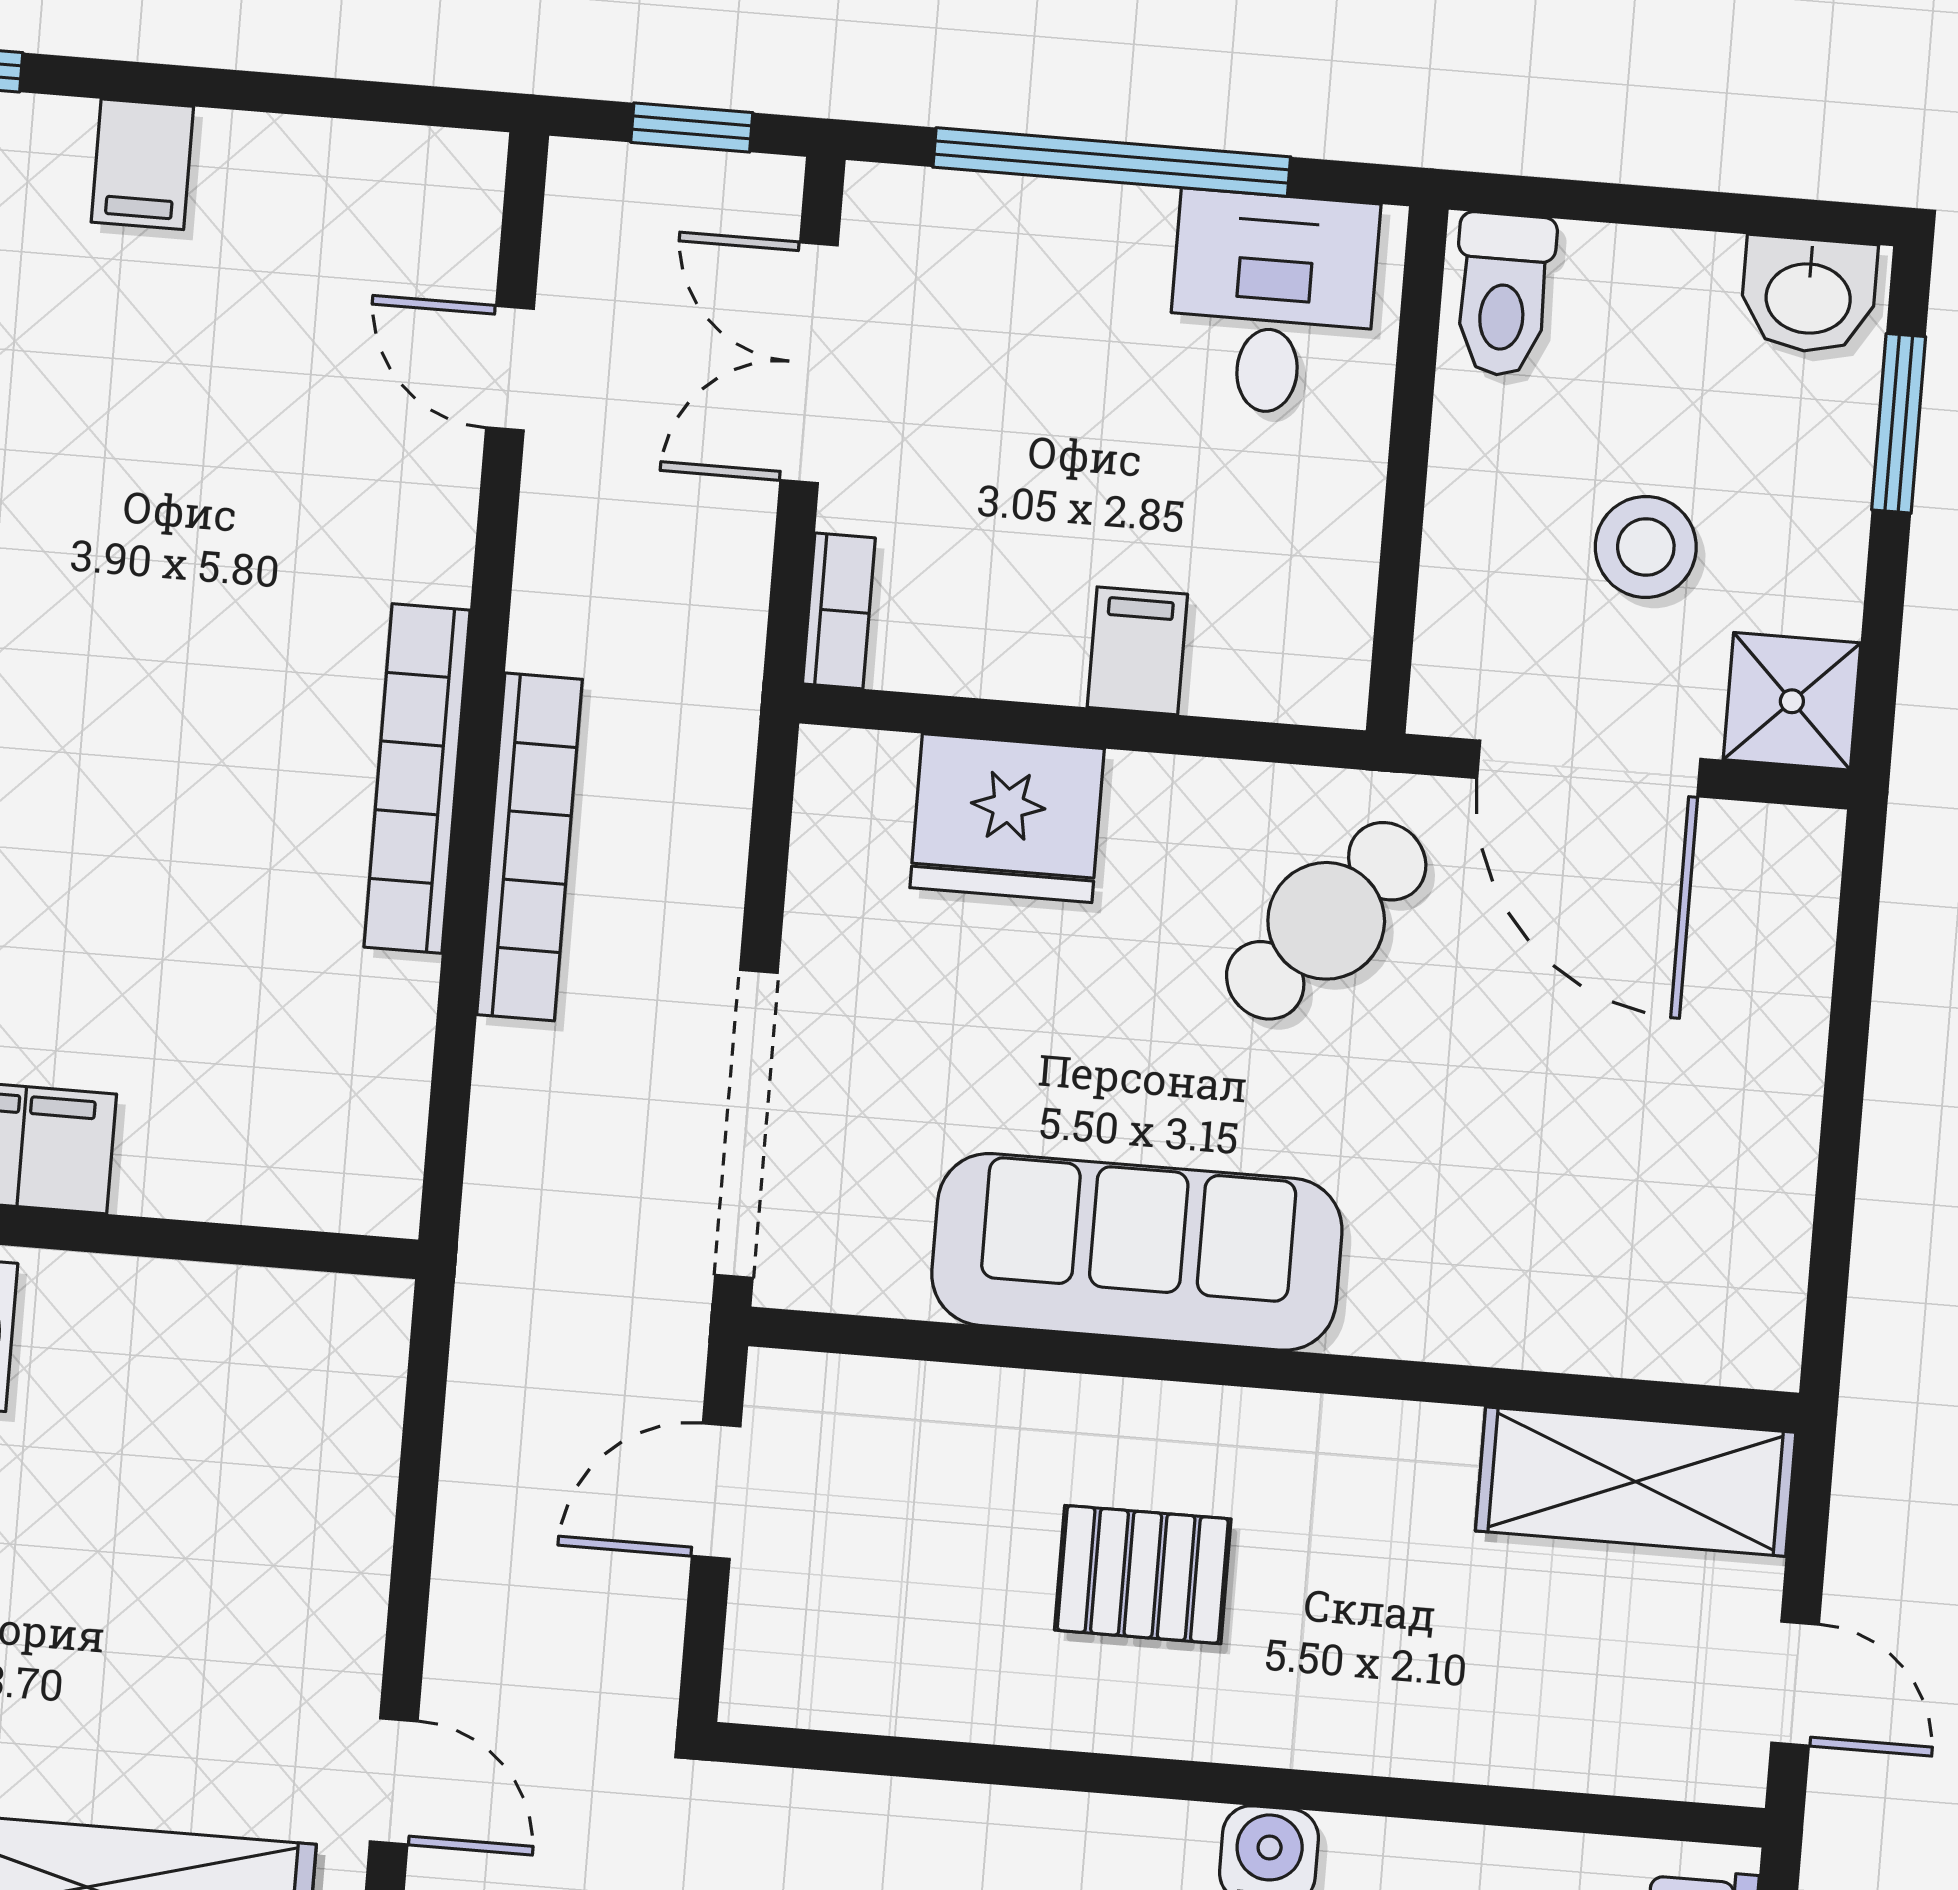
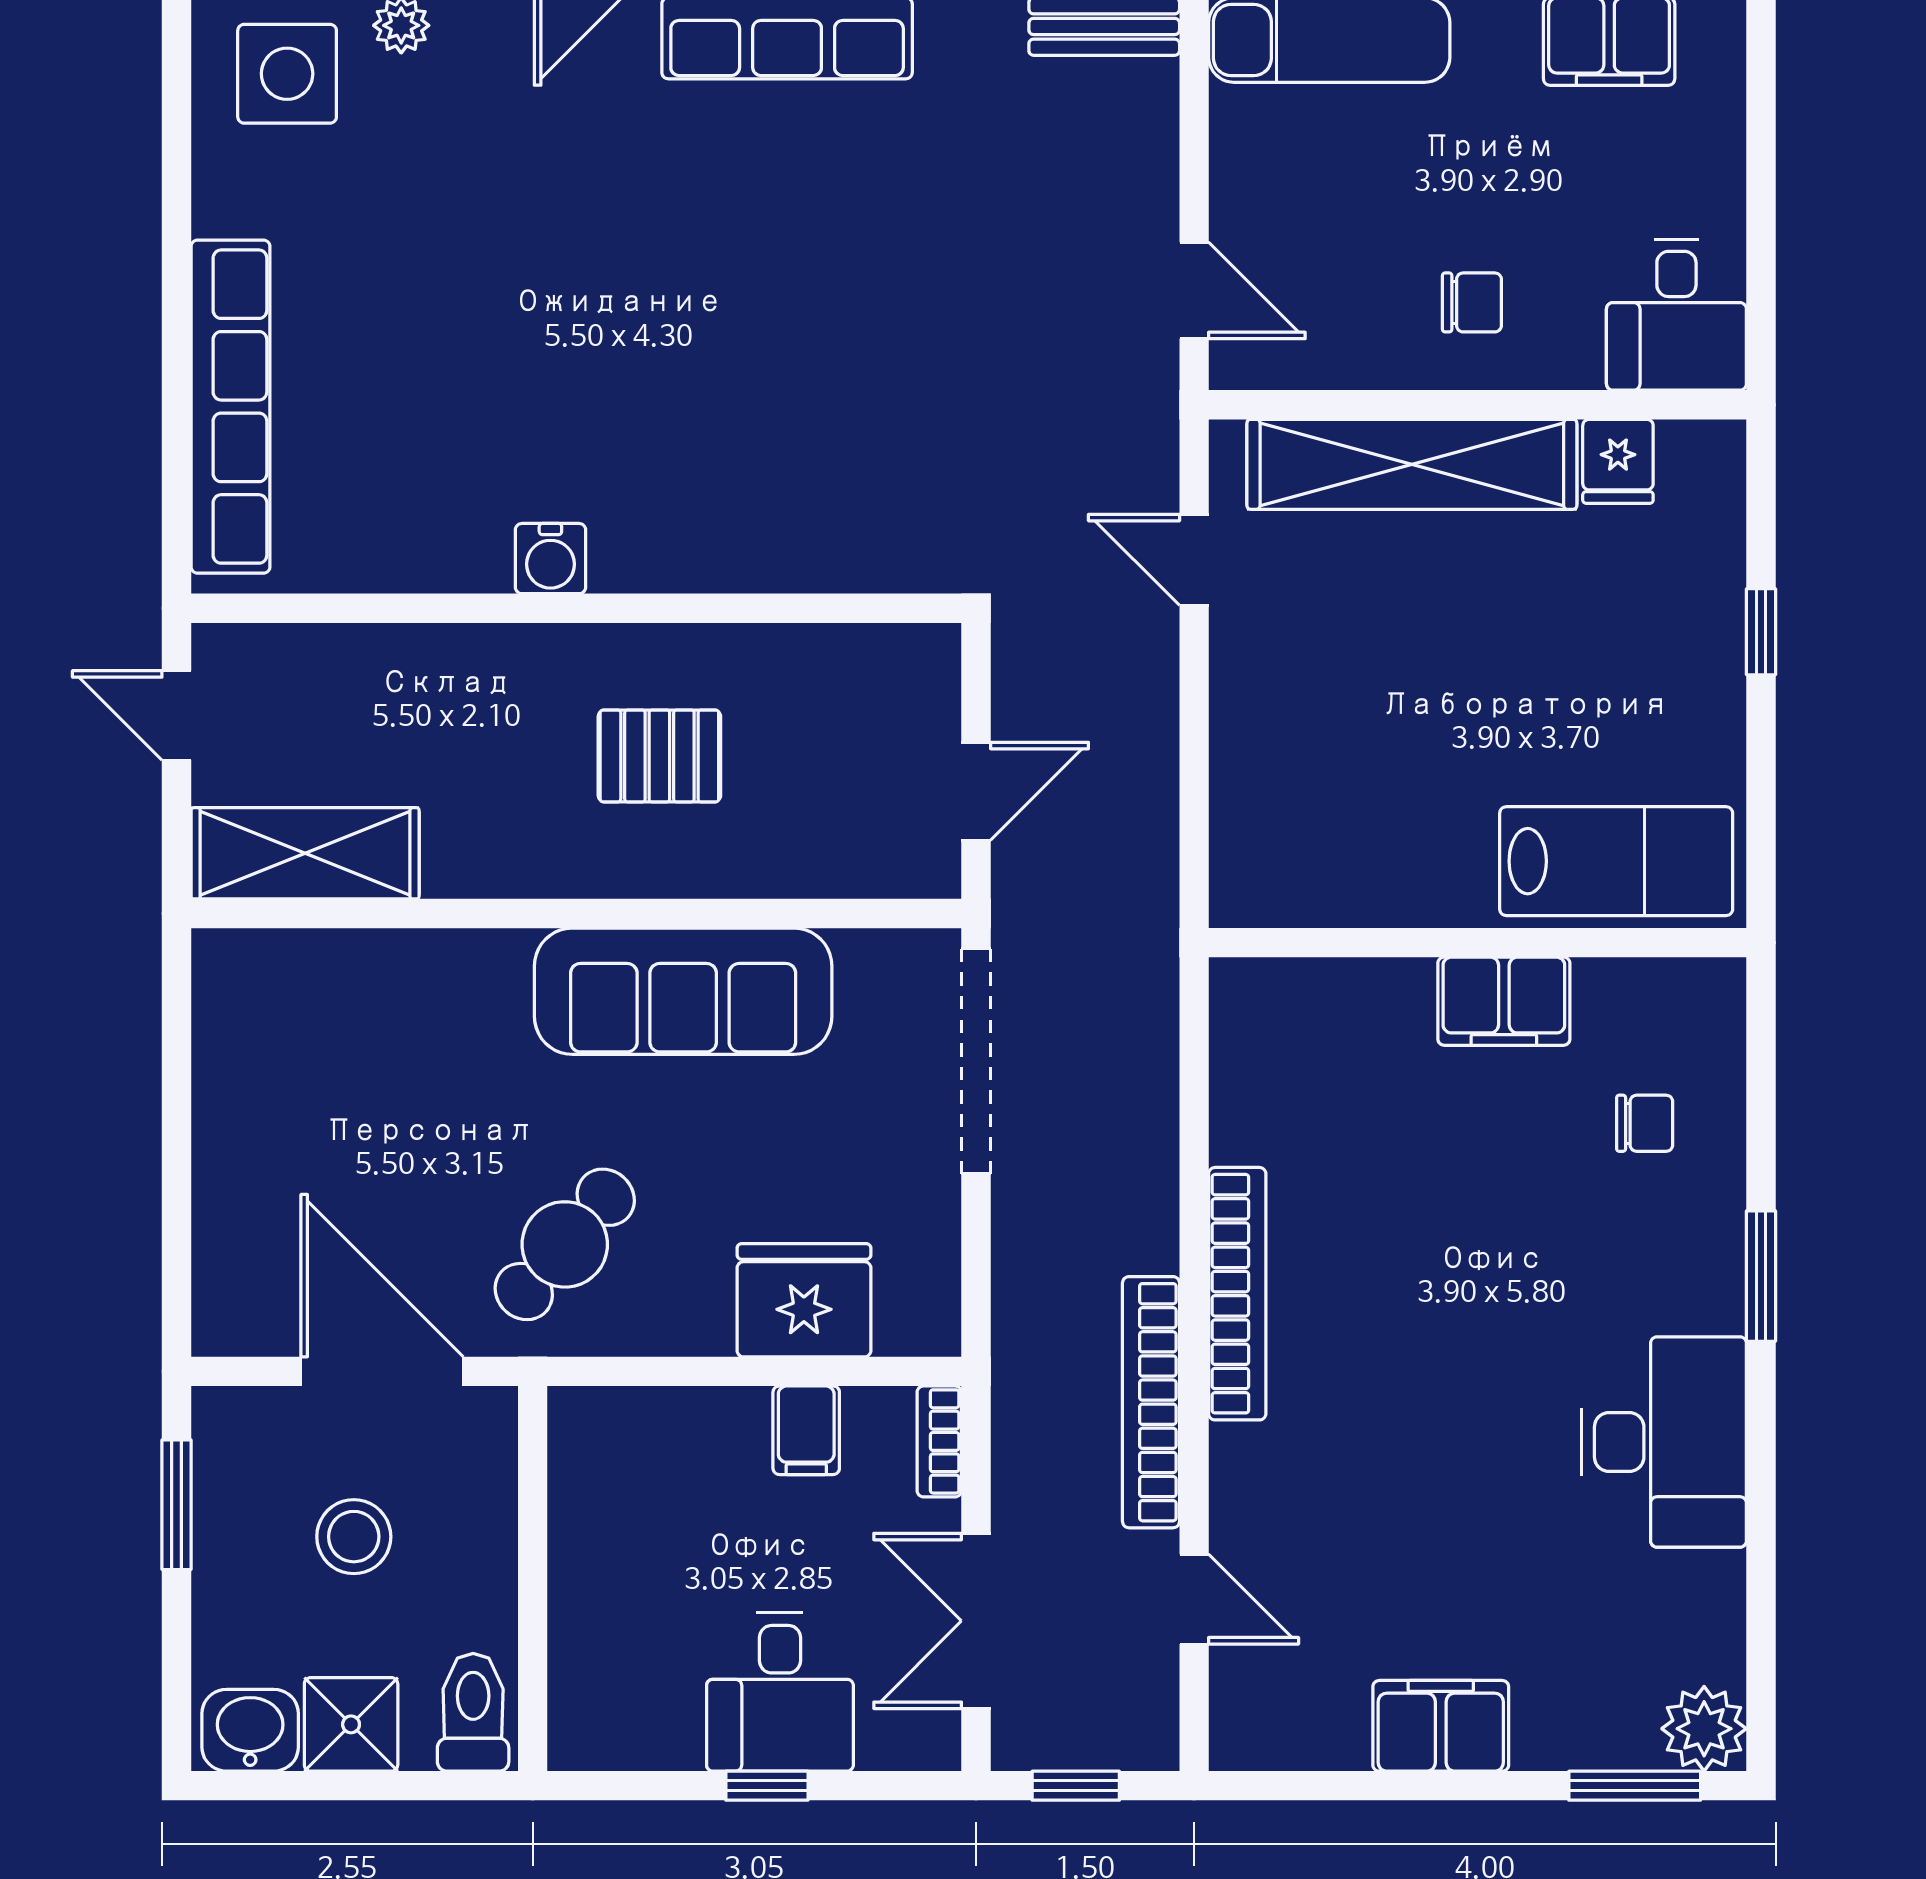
window: (1112, 162) -> (767, 1786), width x0.32
filing cabinet: (142, 164) -> (1441, 1726), width x2.00
desk: (1272, 304) -> (780, 1692), moved
double door: (809, 363) -> (976, 1621), swing flipped
window: (1899, 423) -> (177, 1505), moved
filing cabinet: (1137, 651) -> (806, 1430), moved
shower: (1792, 701) -> (351, 1724), moved
bookcase: (530, 847) -> (1151, 1402), moved

